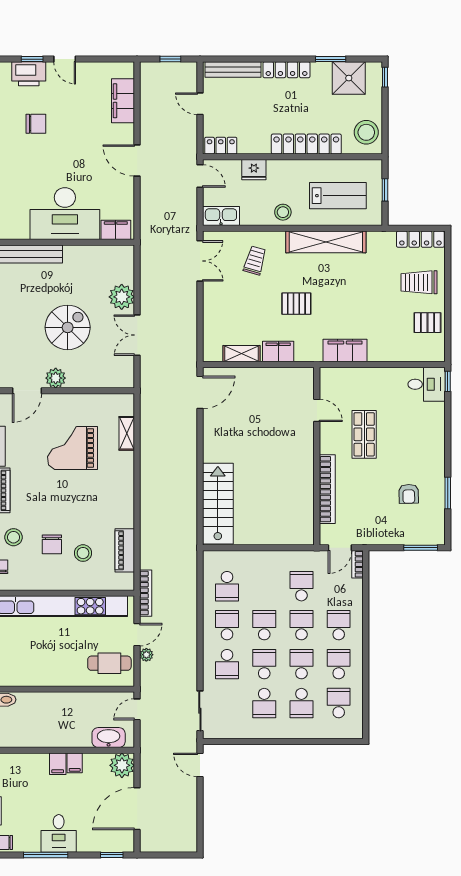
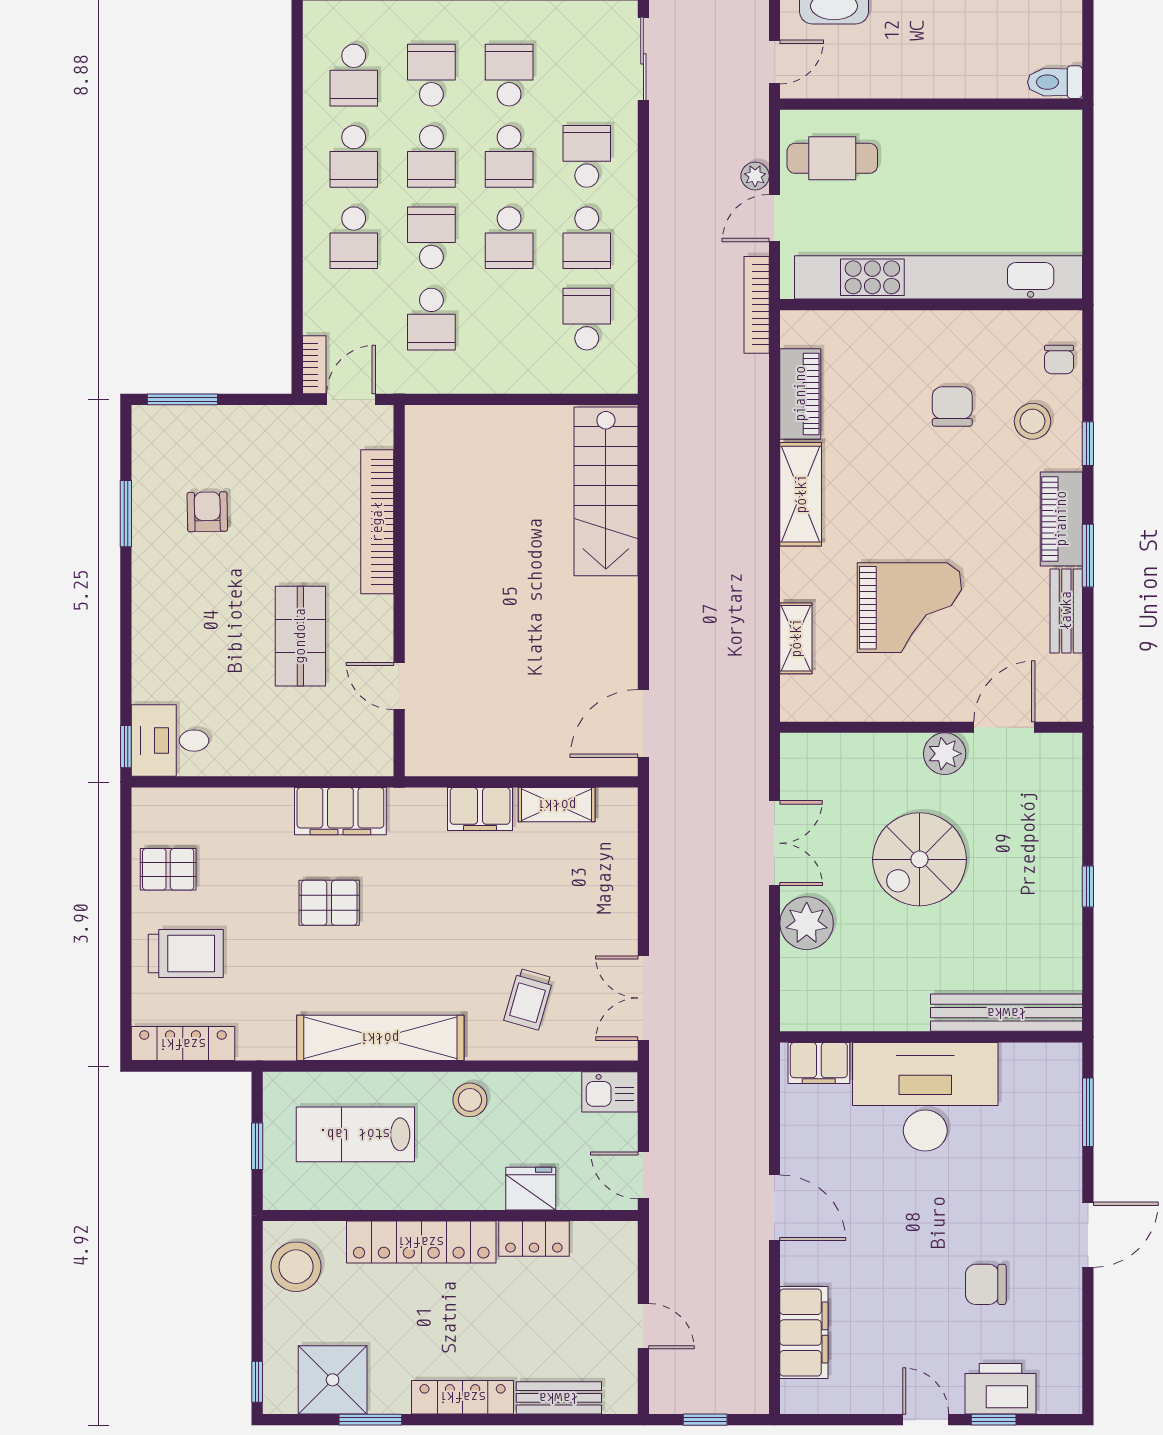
bench: (233, 69) -> (559, 1398), width x0.73
locker: (221, 146) -> (534, 1239), moved
kitchen sink: (221, 216) -> (610, 1092), width x0.73
pallet: (296, 304) -> (329, 903), moved
shelving: (125, 502) -> (801, 494), added
stool: (83, 553) -> (887, 388), removed
school desk: (301, 625) -> (431, 238), turned 180

